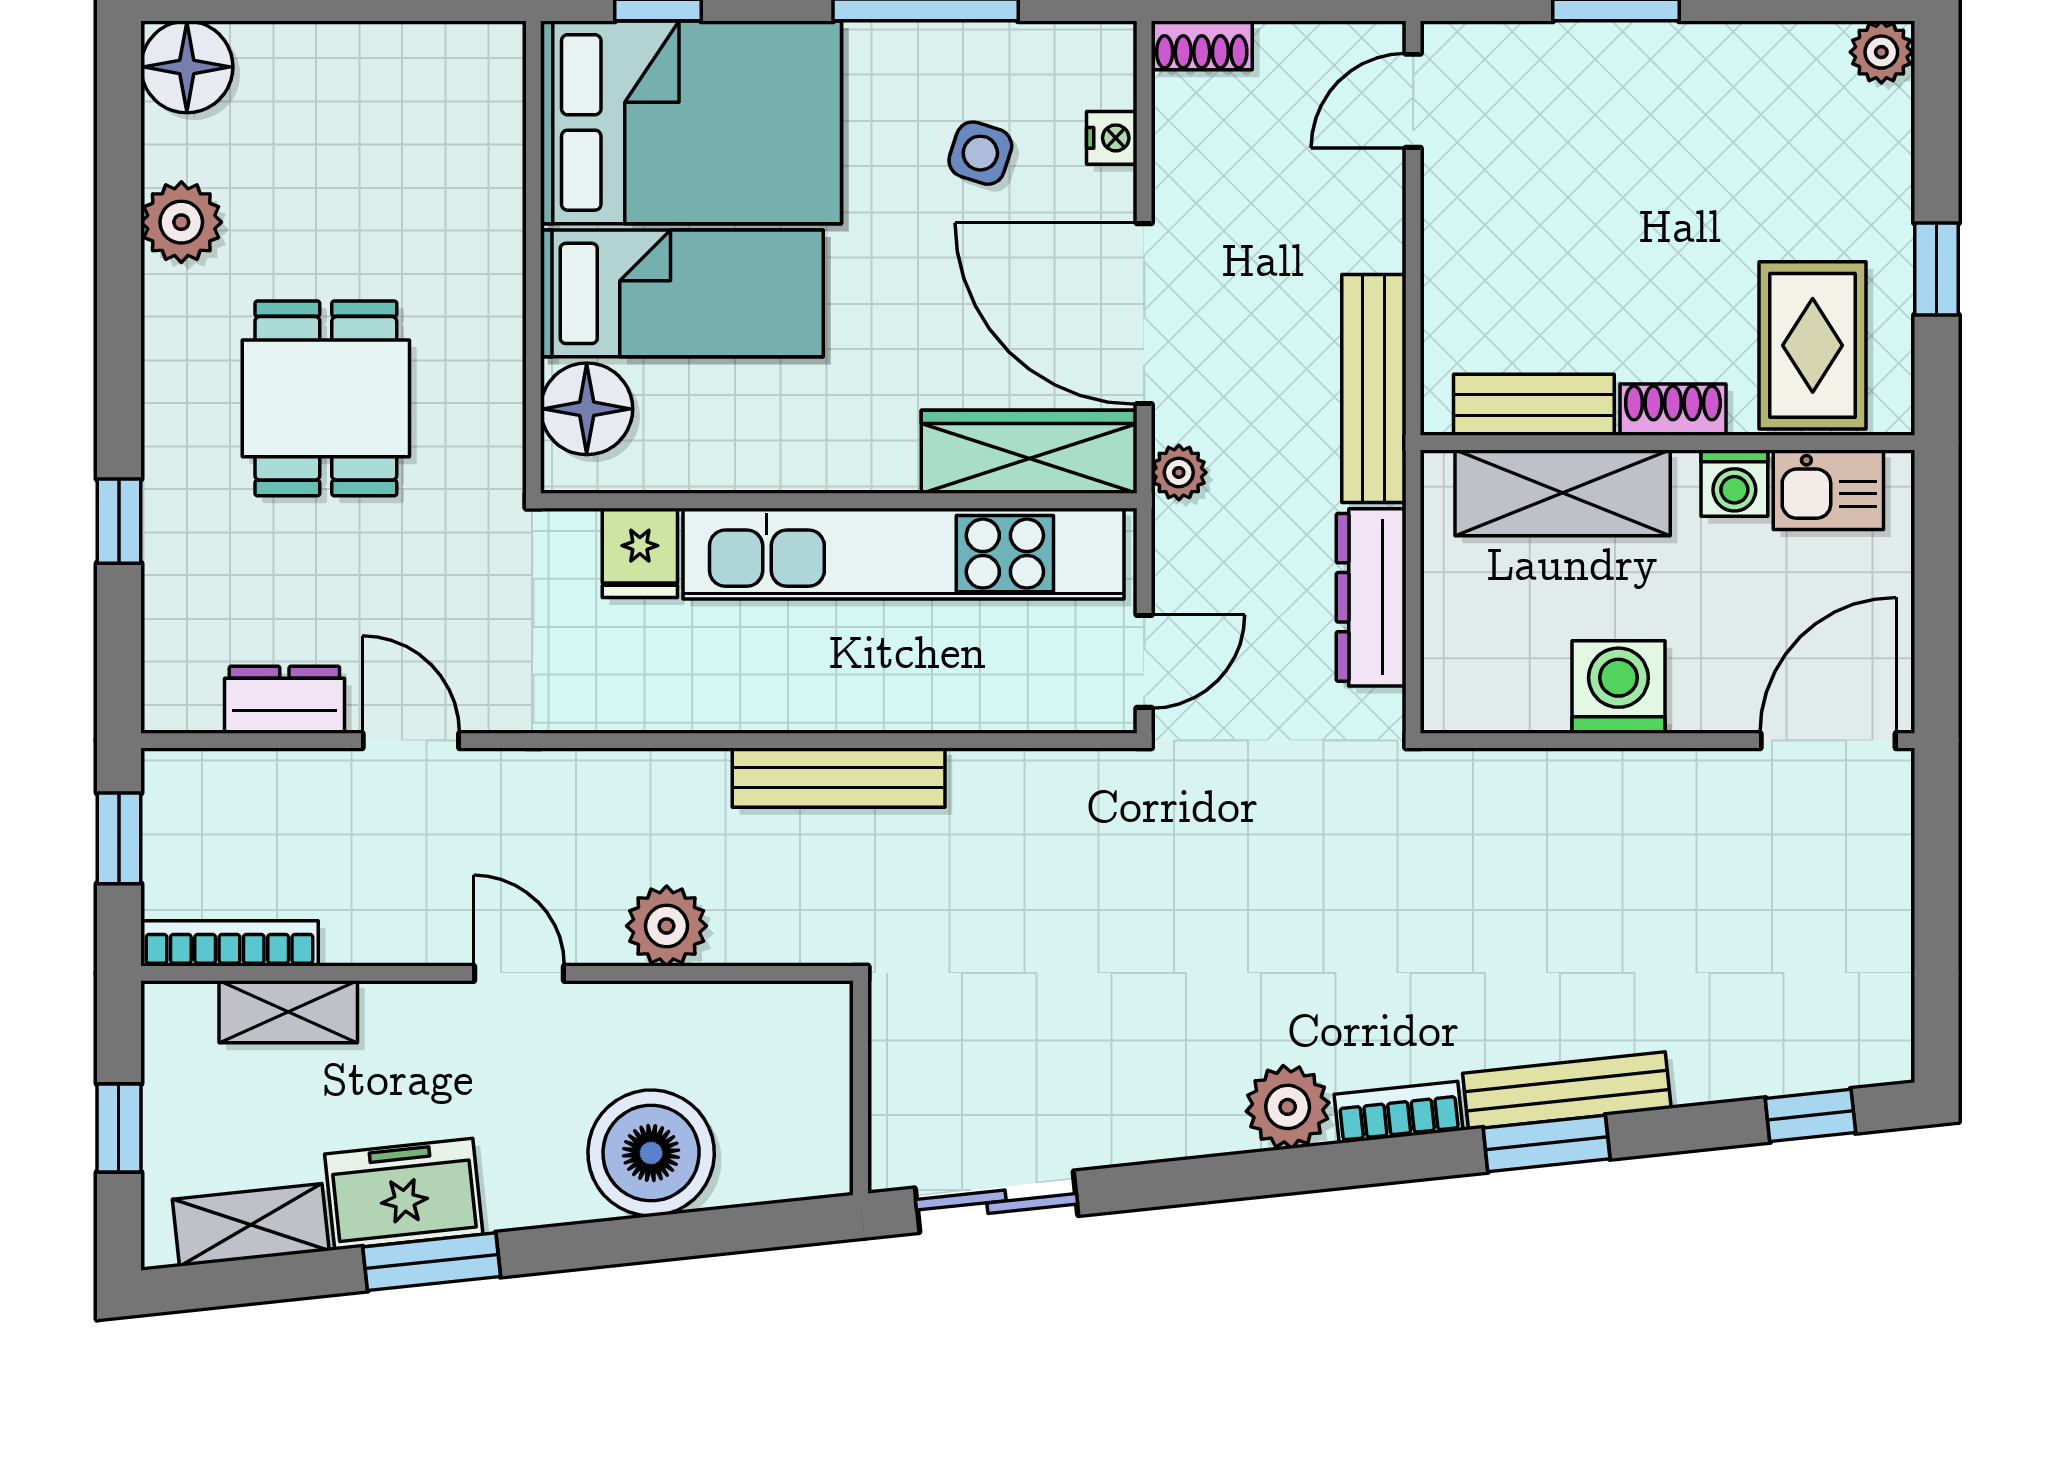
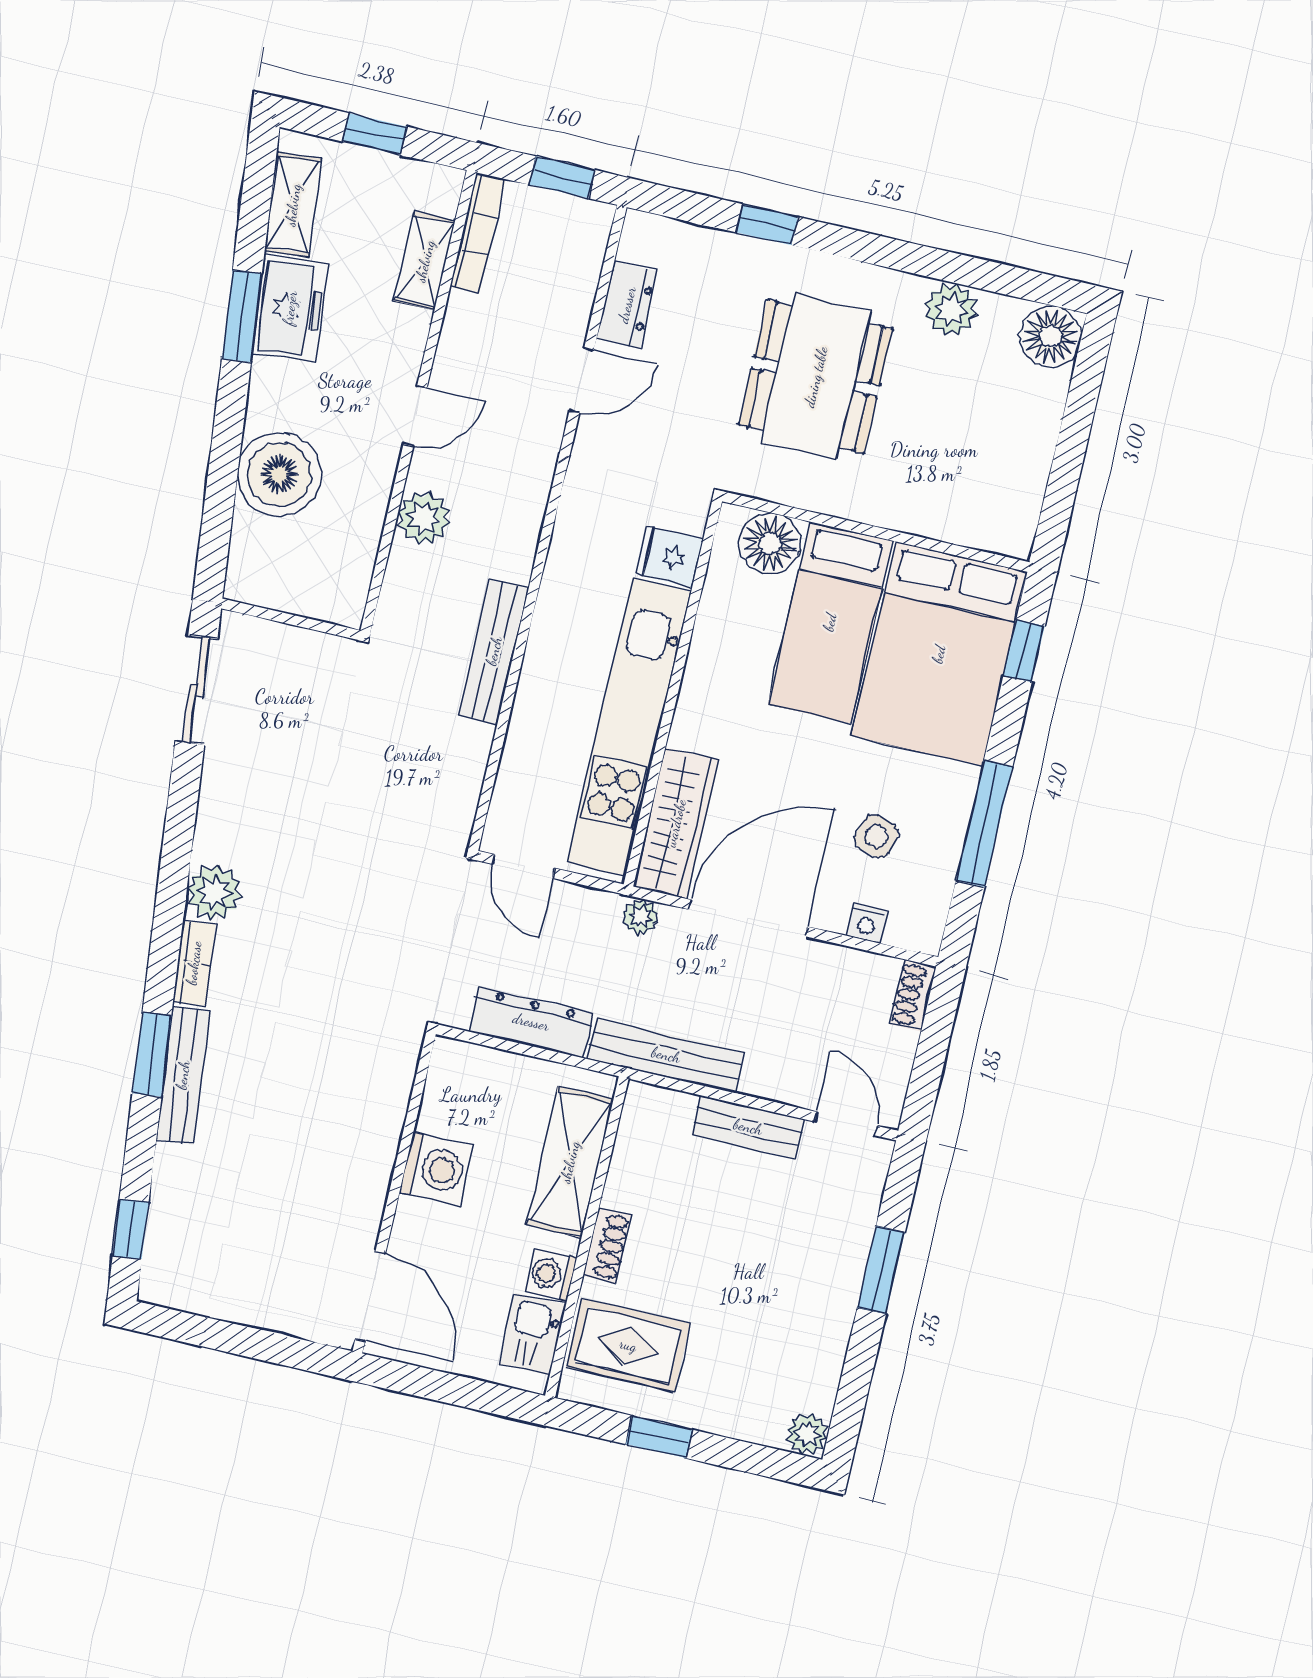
dining table: (326, 398) -> (816, 377), width x1.38
bench: (1534, 405) -> (748, 1127), moved, turned 90

